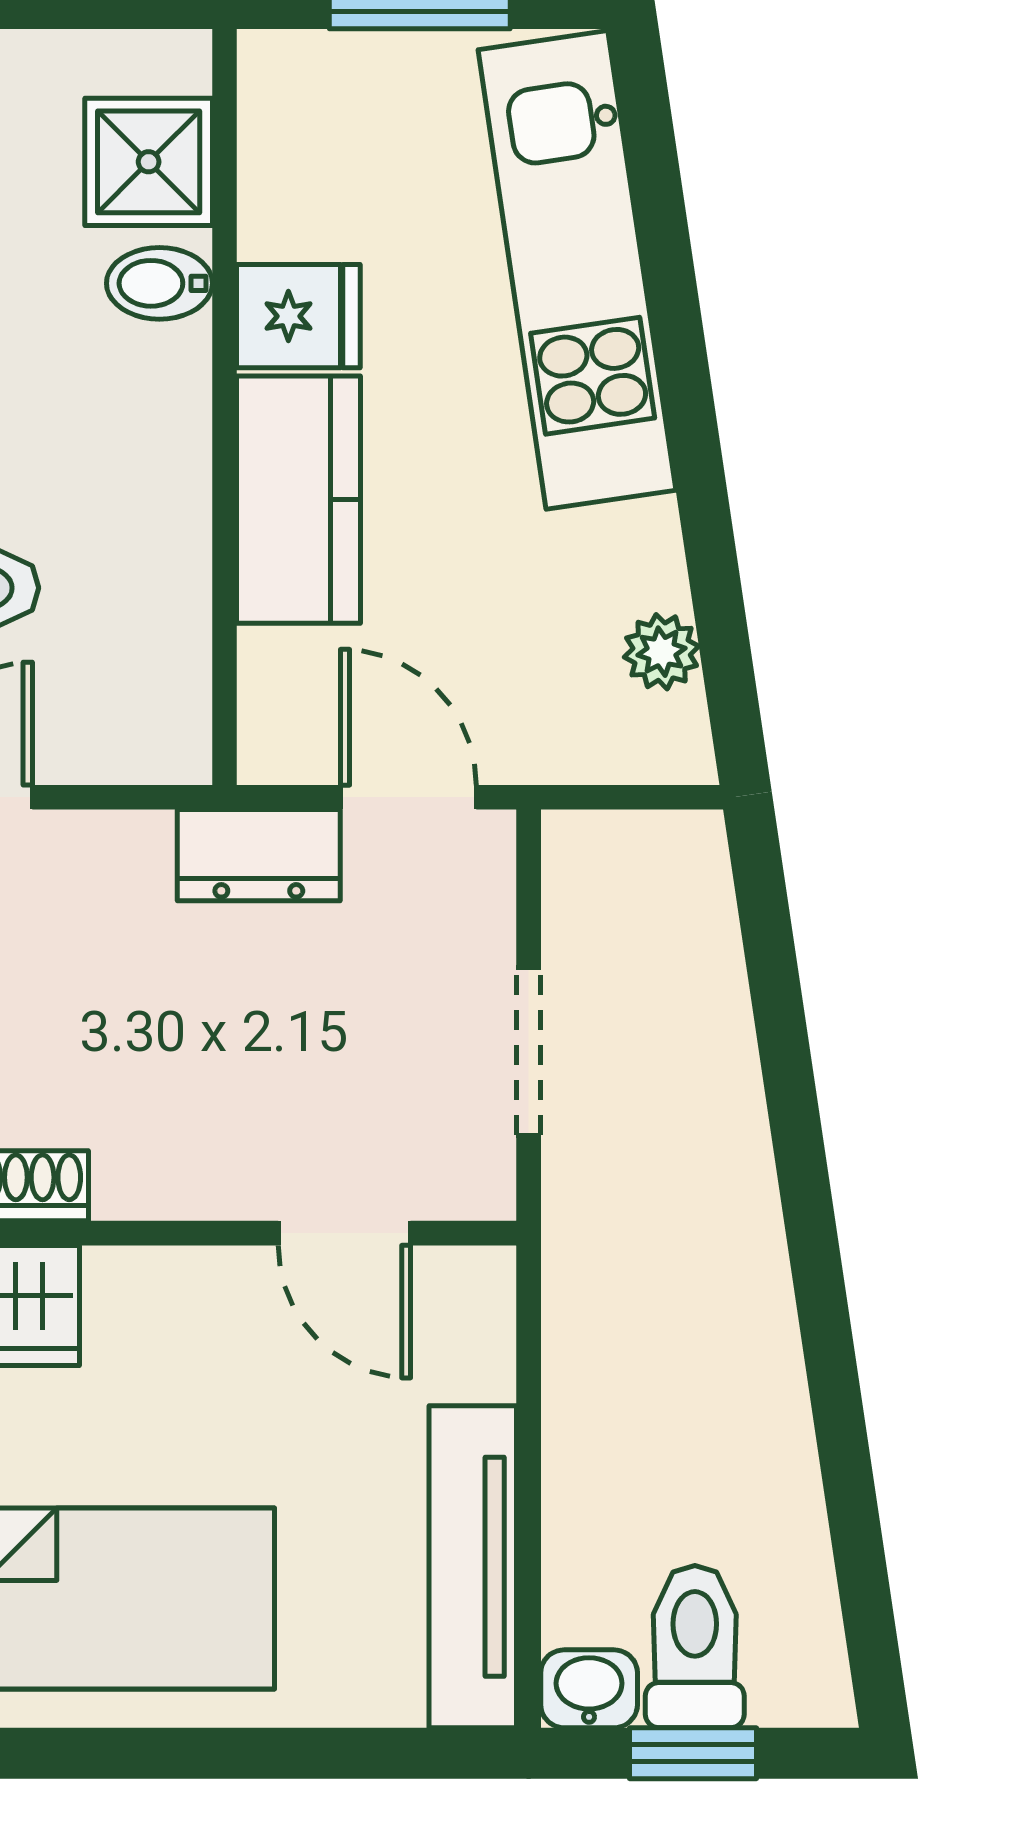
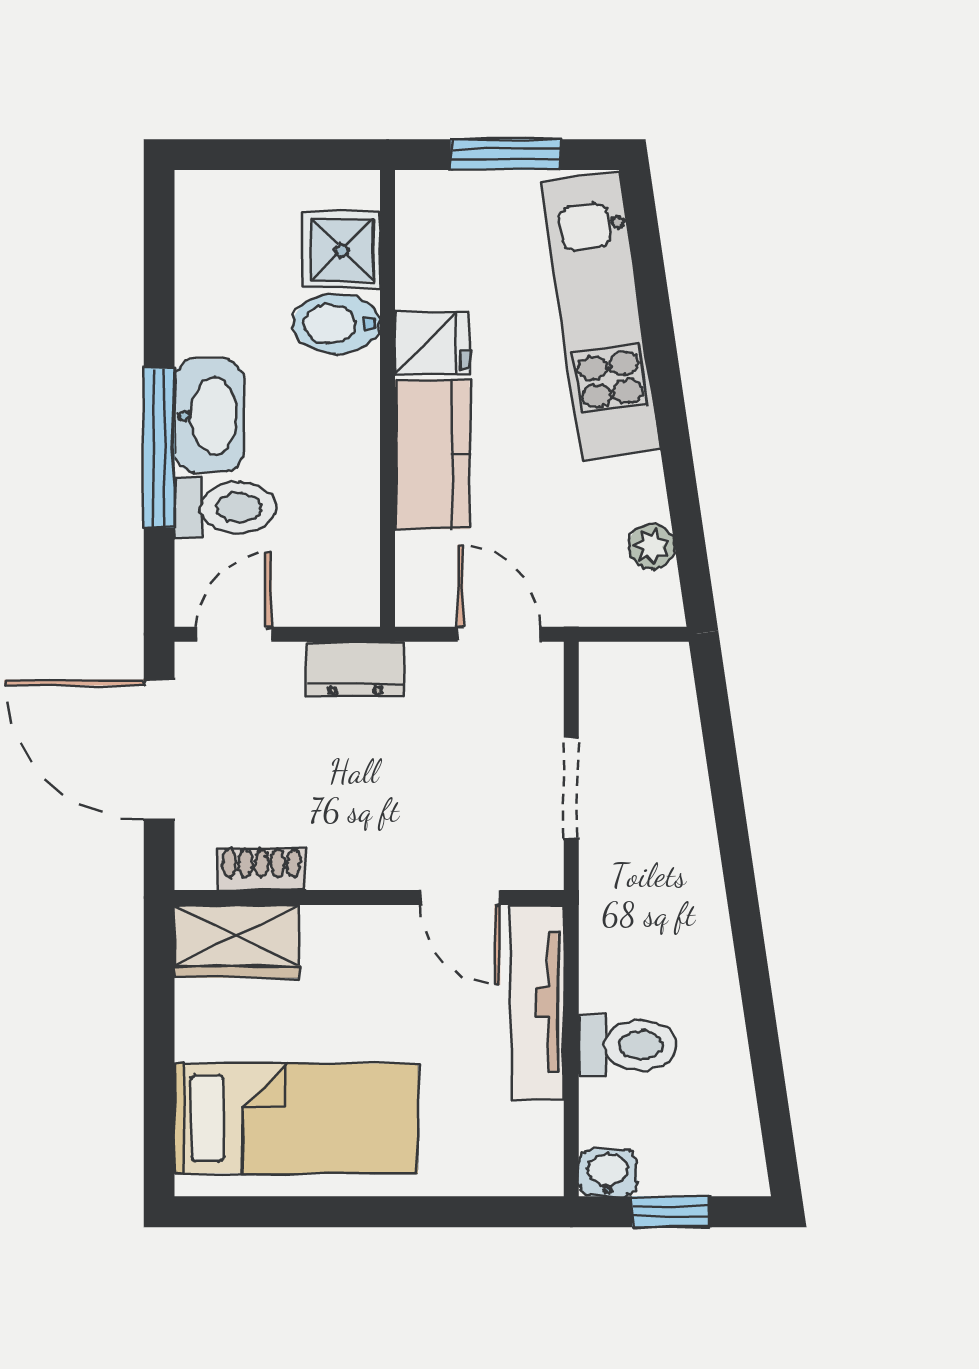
bidet: (159, 283) -> (337, 324), width x1.38, depth x1.36
dresser: (259, 855) -> (355, 669), moved
tv unit: (473, 1567) -> (538, 1002), moved
toilet: (695, 1647) -> (628, 1045), moved, turned 90

